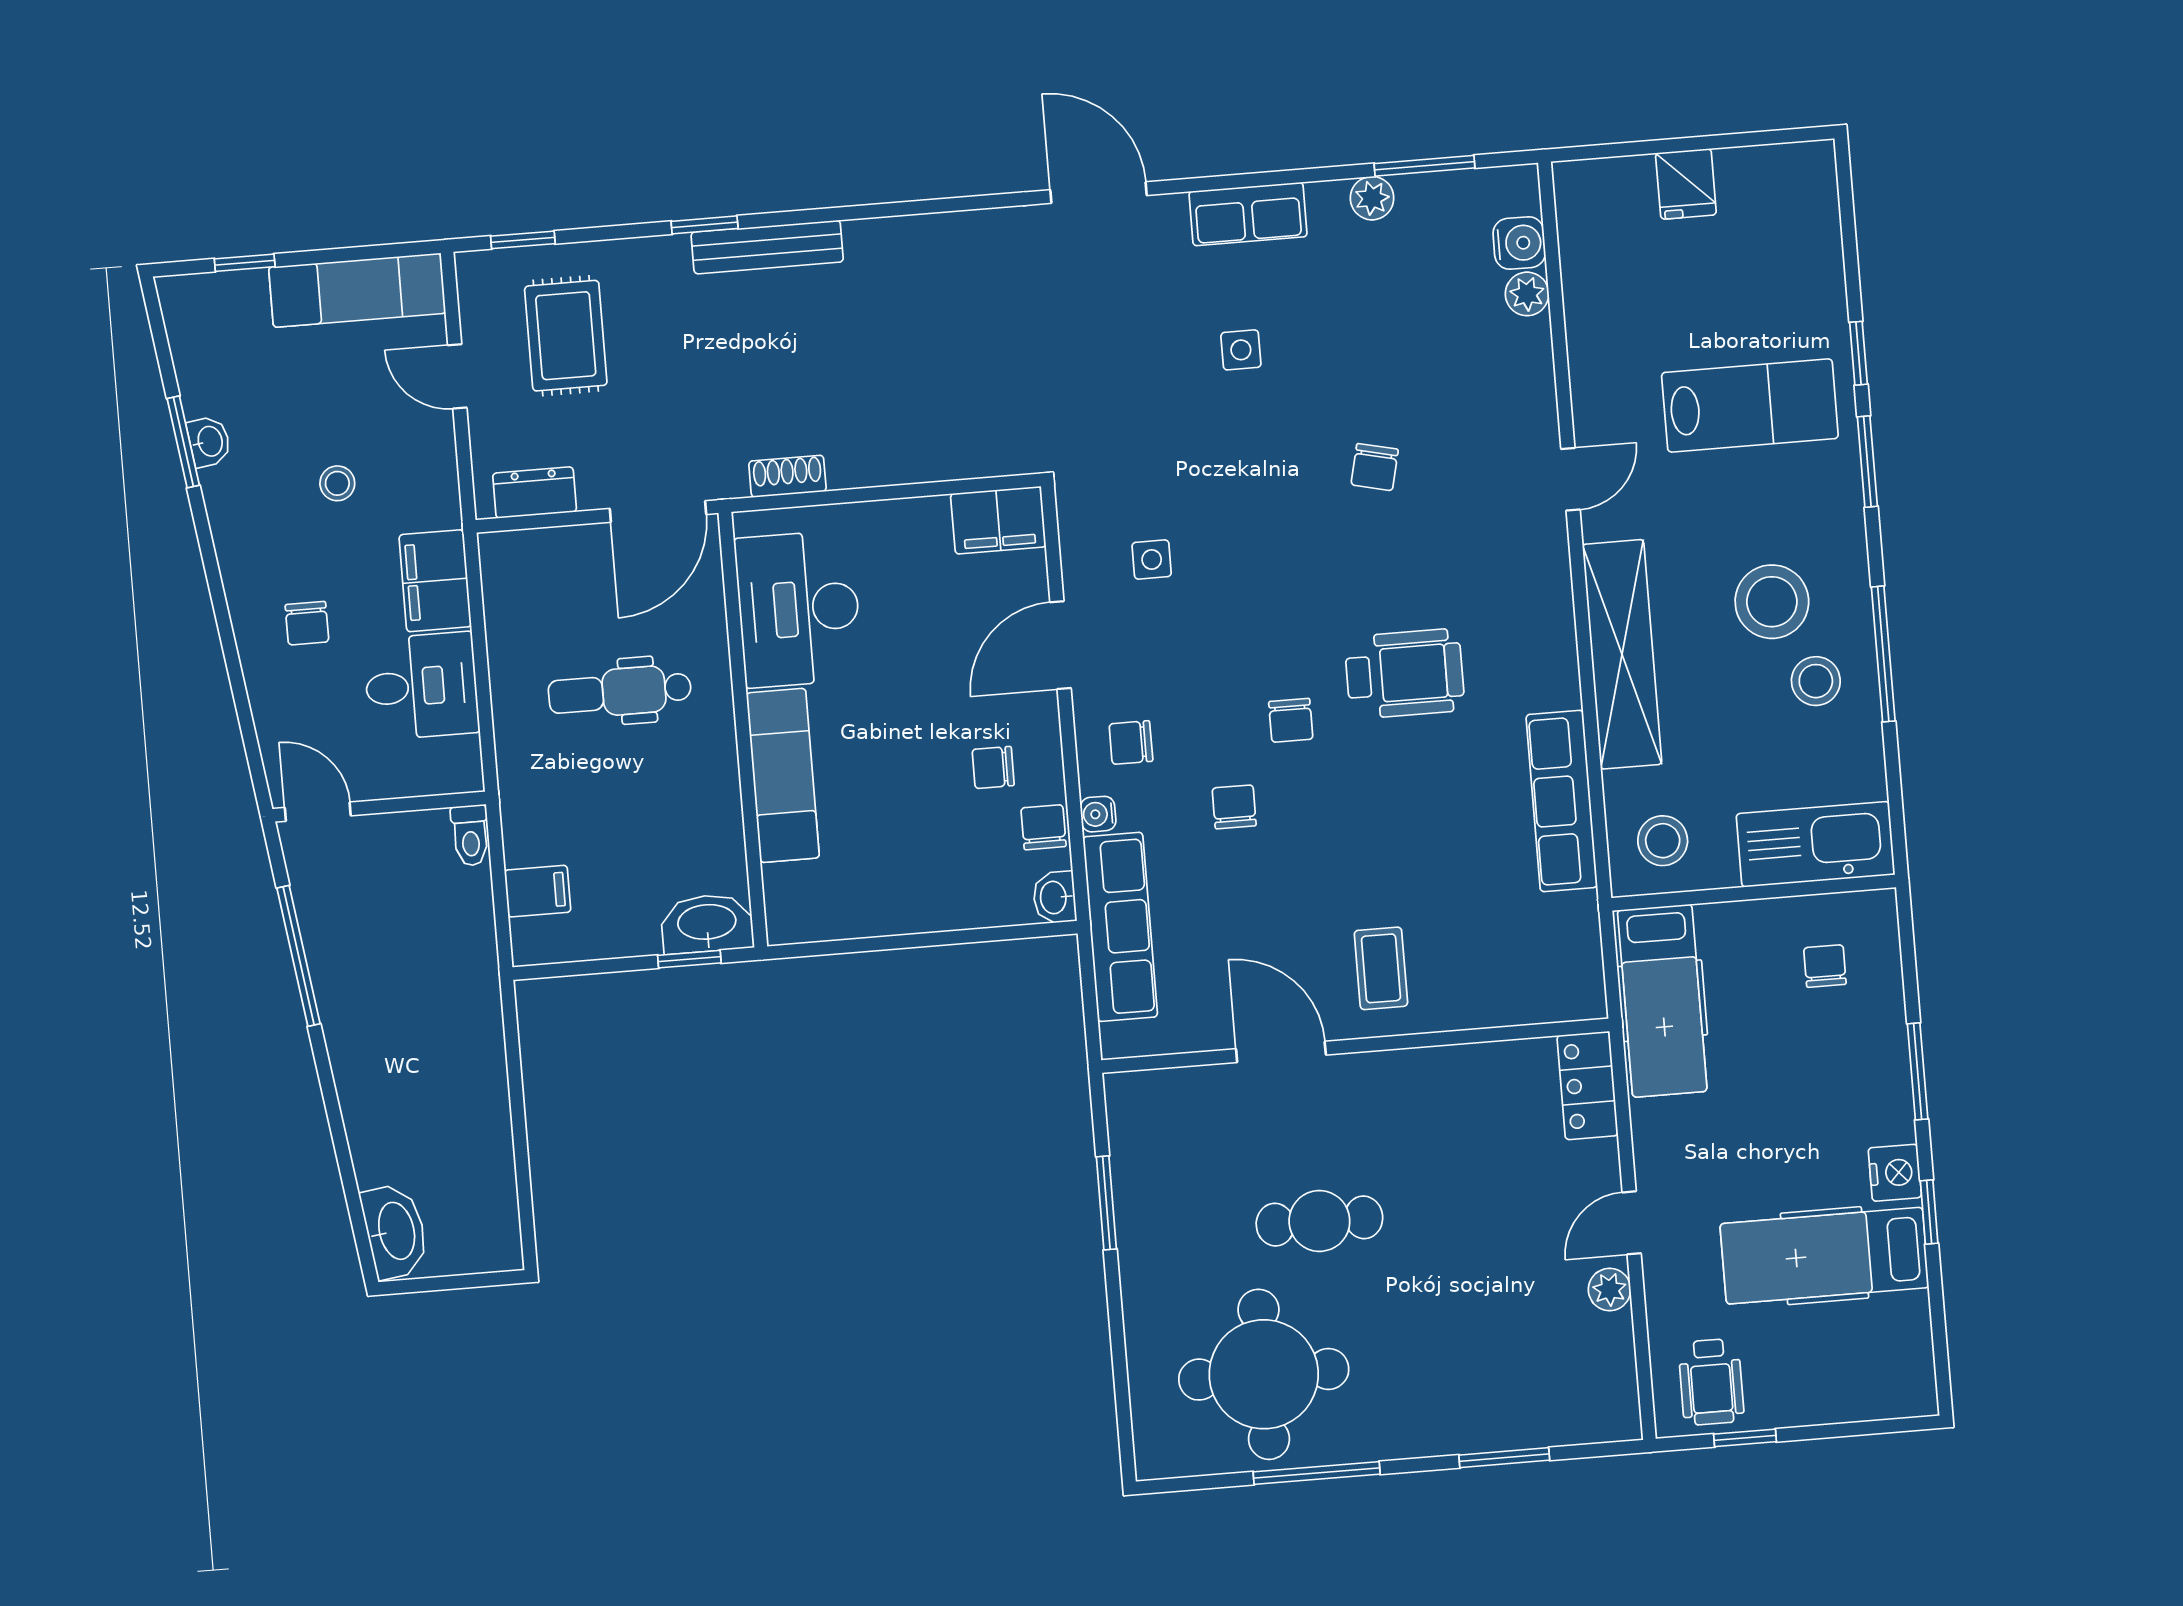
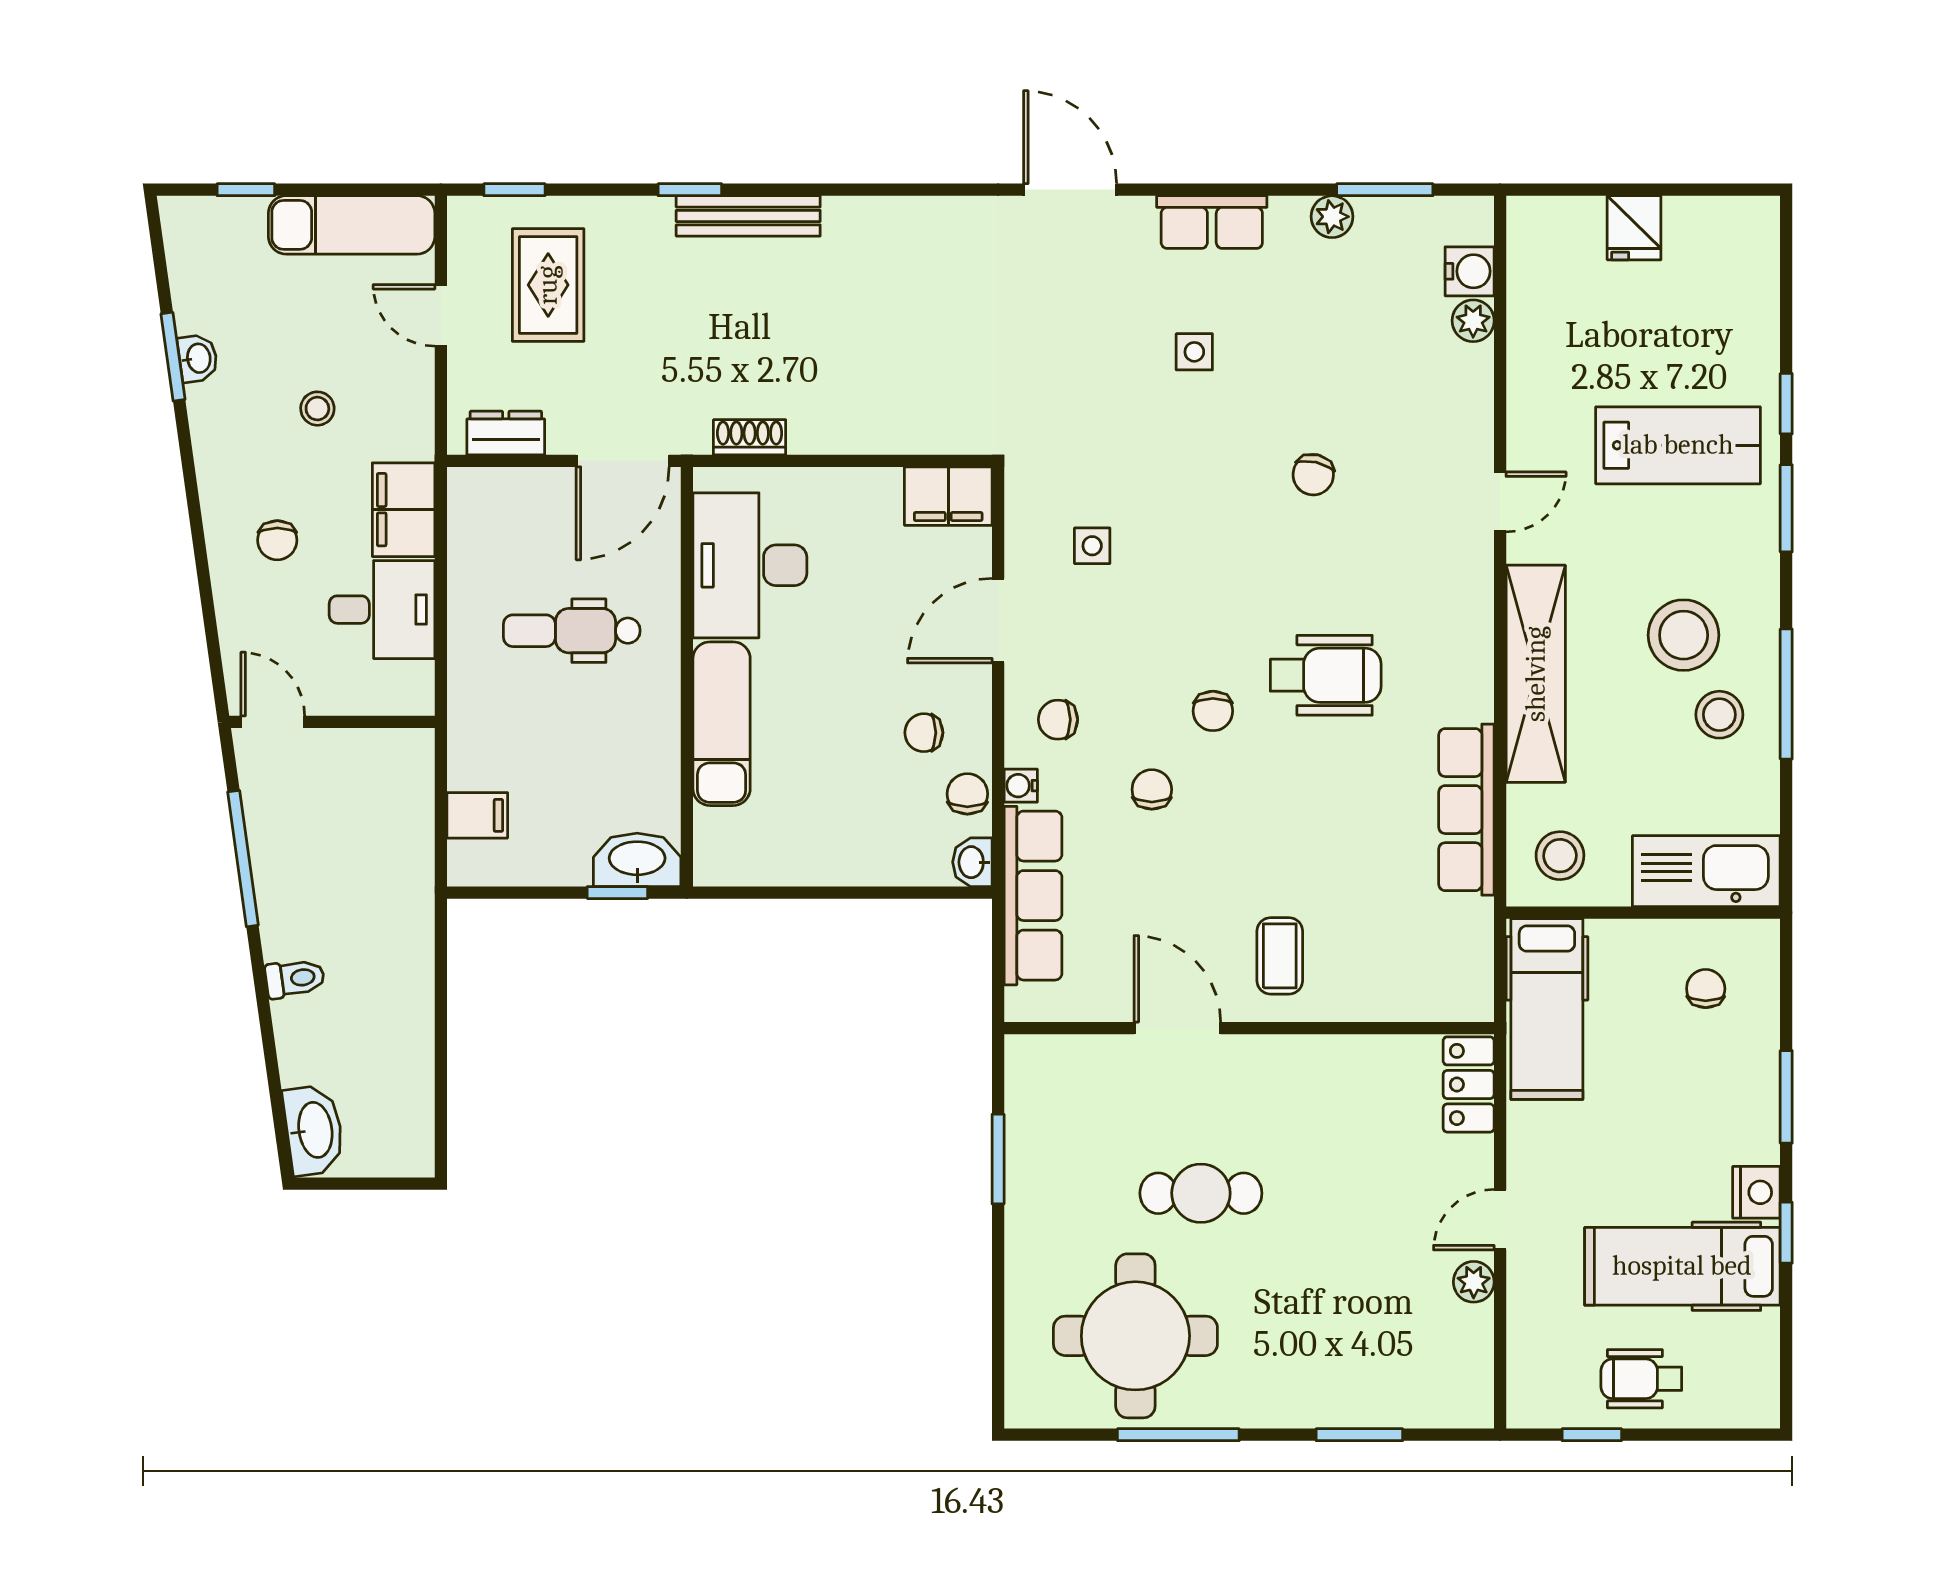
toilet: (470, 835) -> (295, 978), moved, turned -98
wheelchair: (1711, 1382) -> (1641, 1379), moved, turned 90

